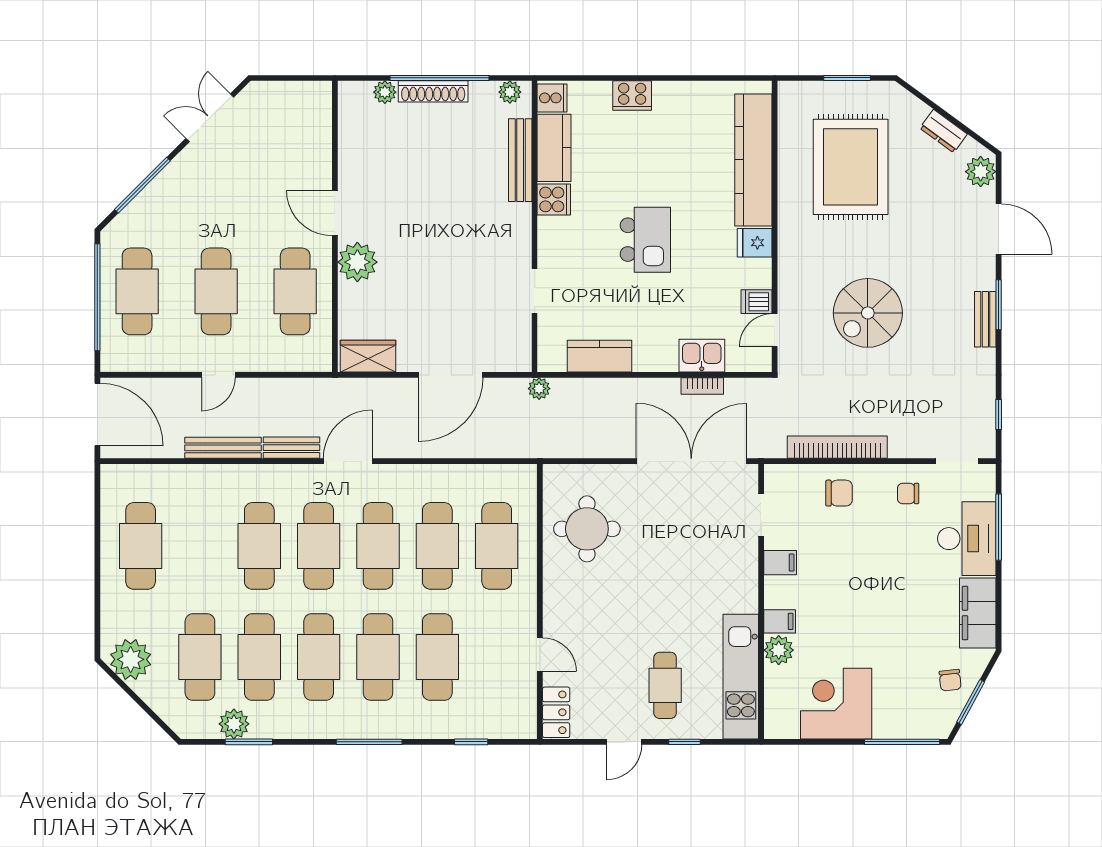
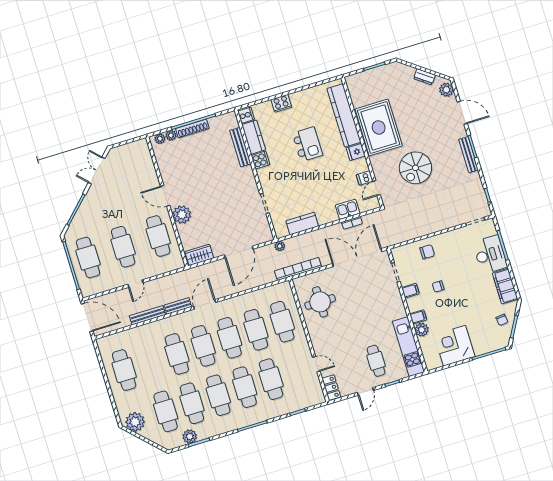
plant: (510, 92) -> (160, 139), moved
rug: (851, 167) -> (379, 127), moved
kitchen island: (645, 240) -> (307, 144), moved
bench: (985, 319) -> (469, 155), width x1.36
bookcase: (837, 447) -> (298, 269), moved
chair: (908, 494) -> (438, 287), moved

